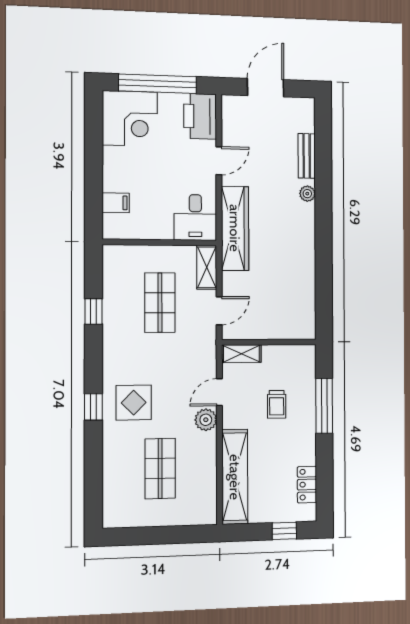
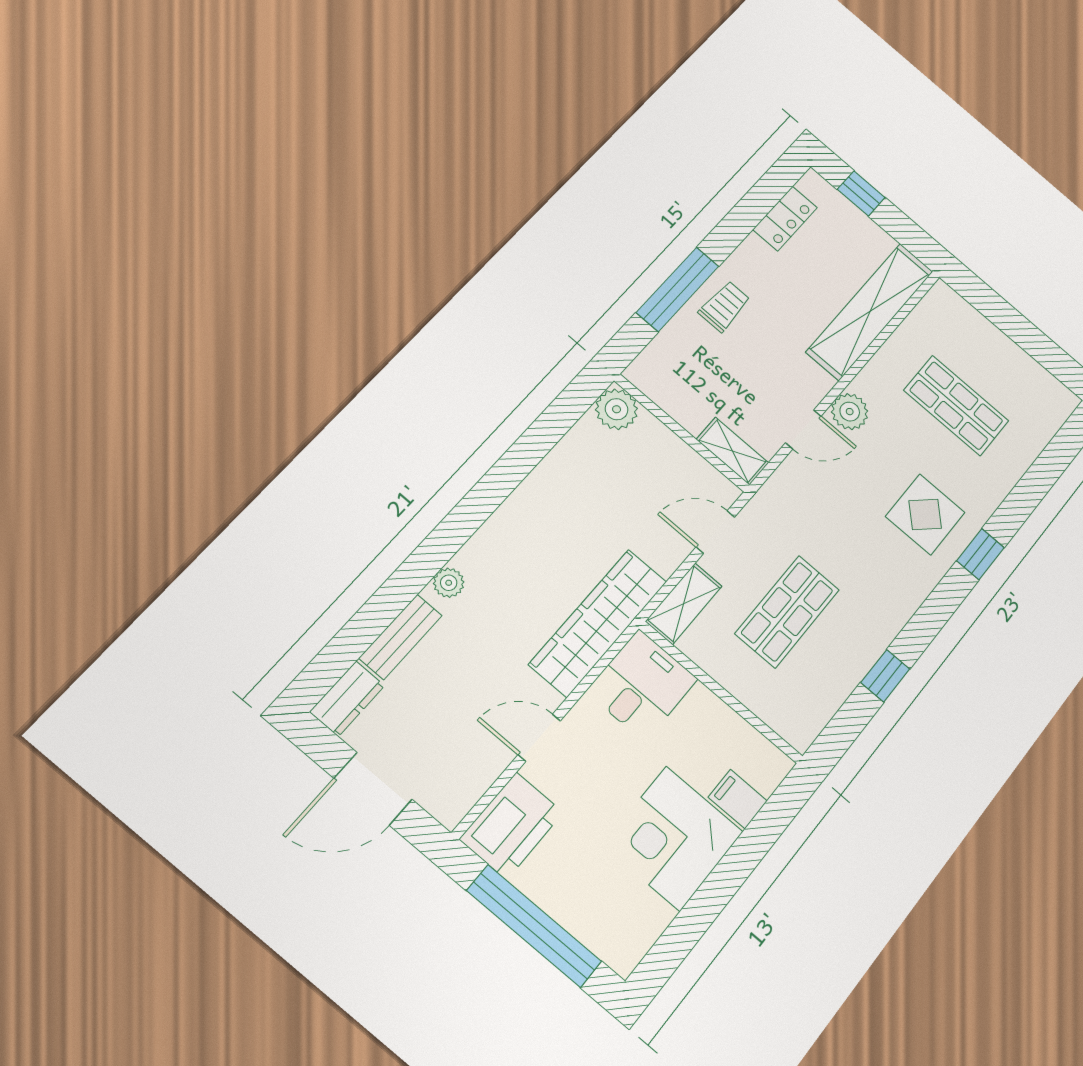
dresser: (305, 115) -> (347, 699), added
corner desk: (130, 118) -> (673, 838), moved, turned -90
plant: (304, 328) -> (617, 409), added
trolley: (277, 404) -> (724, 306), moved
shop shelf: (160, 469) -> (956, 406), turned 90

